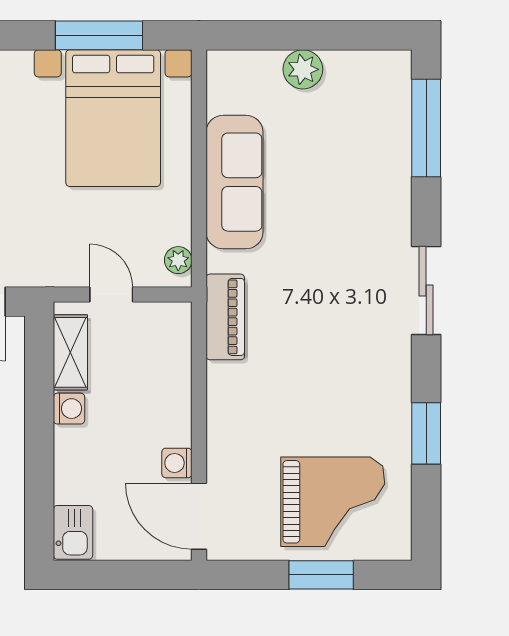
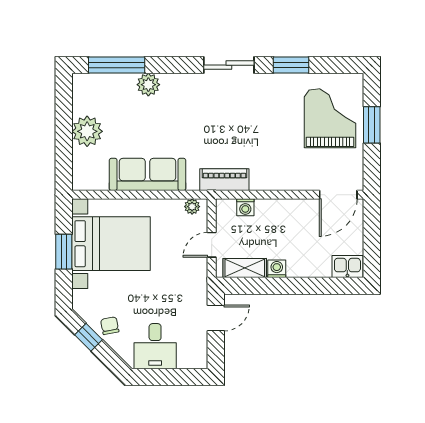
window: (99, 35) -> (64, 252), width x0.69
plant: (303, 69) -> (87, 131), width x1.36, depth x1.36
plant: (392, 184) -> (148, 85), added
sliding door: (426, 290) -> (229, 65), moved
washing machine: (177, 463) -> (245, 207), moved

